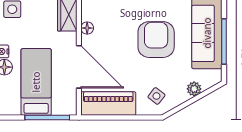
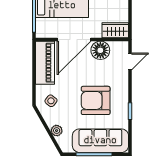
floor lamp: (87, 28) -> (100, 50), width x1.89, depth x1.89
armchair: (156, 40) -> (96, 100), turned 180

